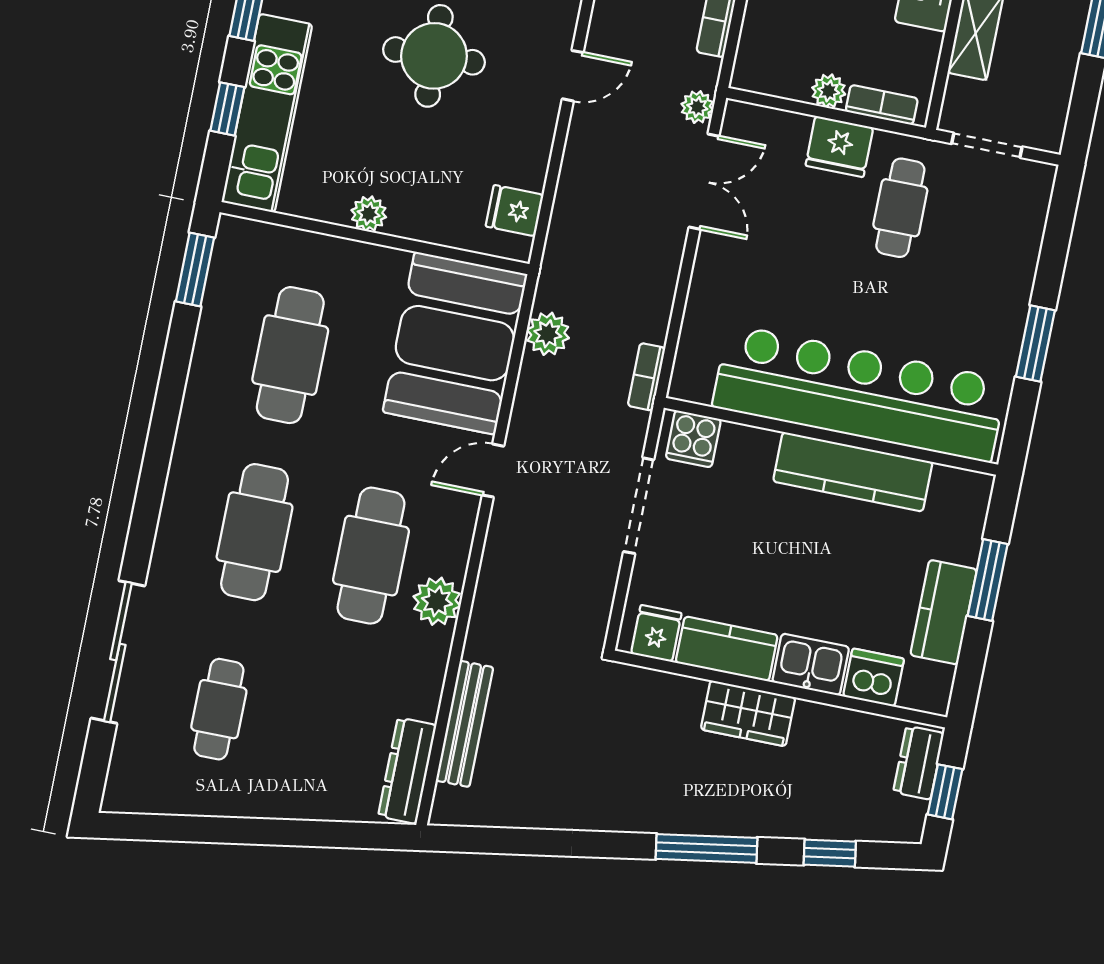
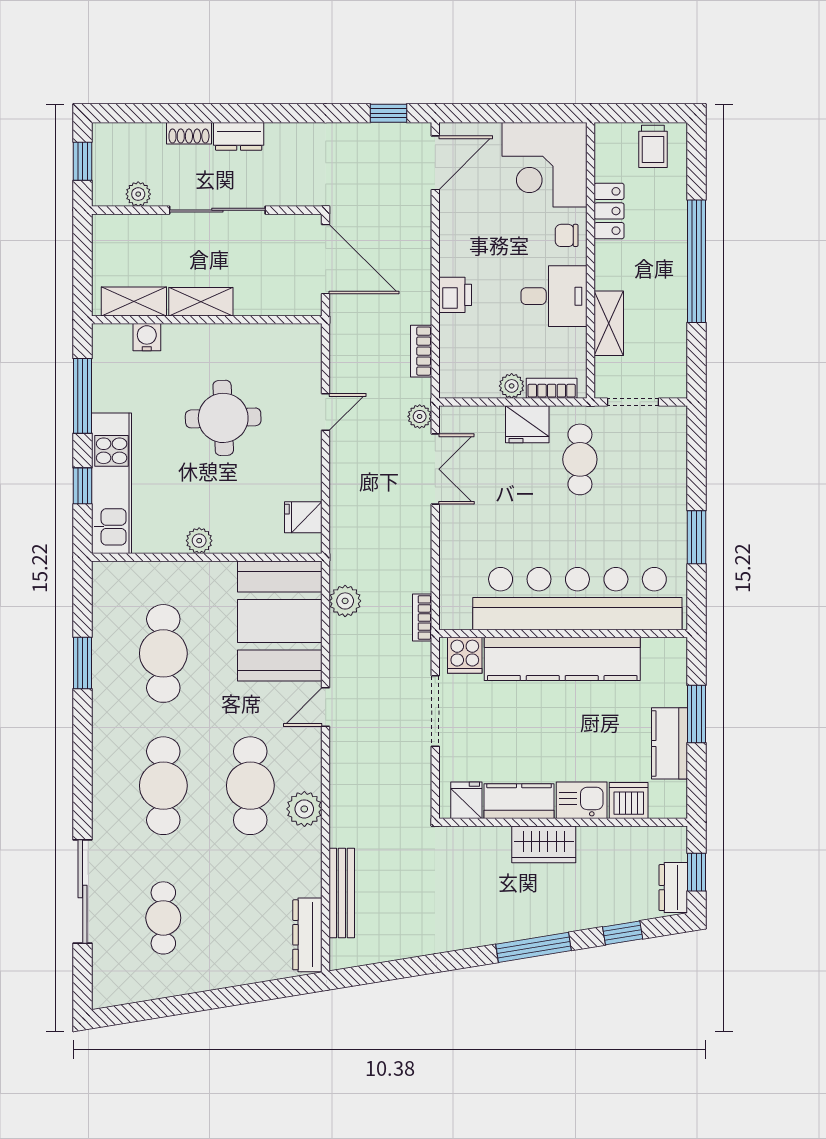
window: (195, 269) -> (83, 663), moved
kitchen counter: (853, 472) -> (562, 659), width x1.39, depth x1.17
dresser: (919, 763) -> (673, 888), moved

